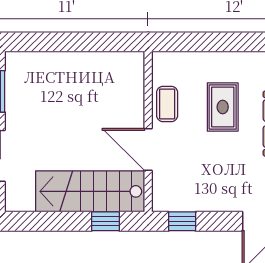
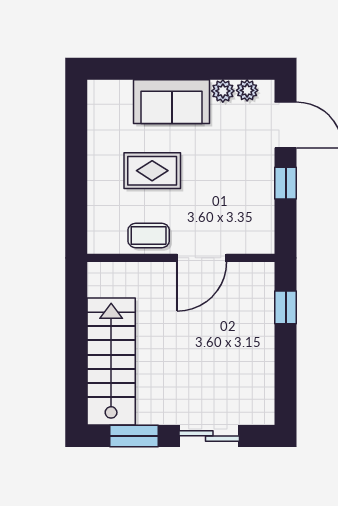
stairs: (90, 191) -> (111, 362), moved, turned 180
window: (182, 221) -> (286, 183), moved

